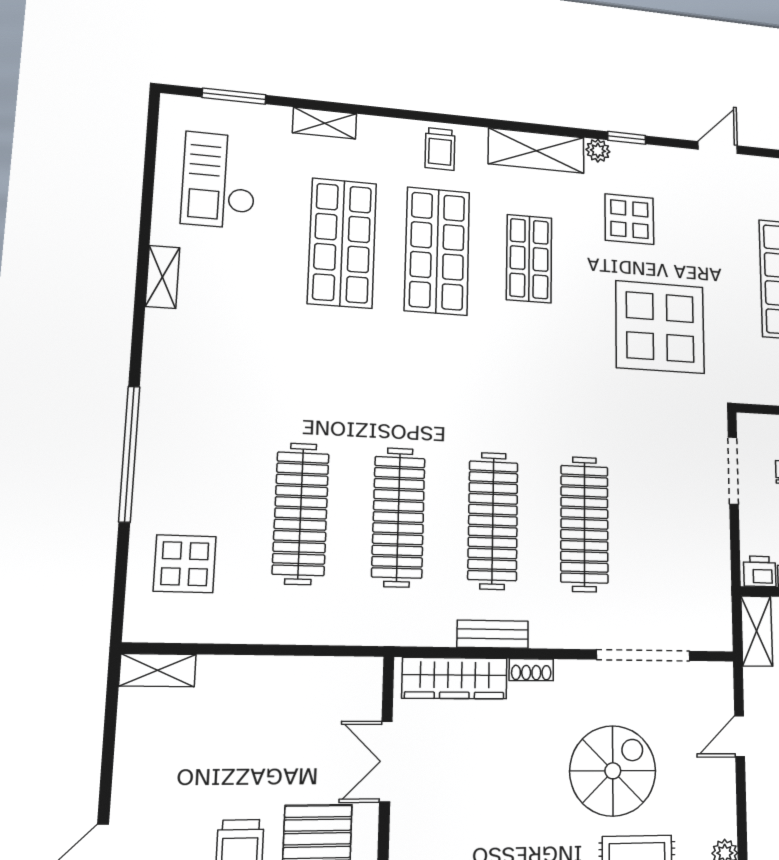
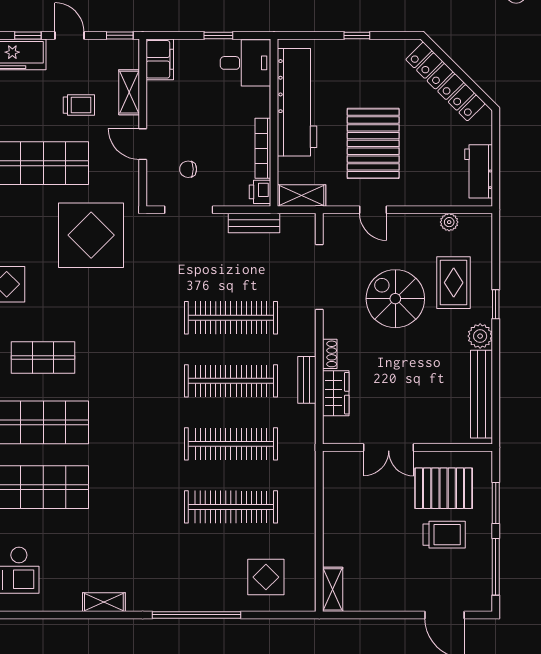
shelving: (163, 277) -> (104, 602), moved
display table: (660, 327) -> (91, 235), moved
bench: (717, 562) -> (254, 223), added
wardrobe: (455, 678) -> (336, 393), width x0.67

